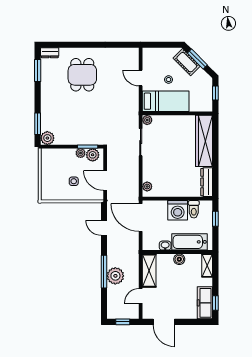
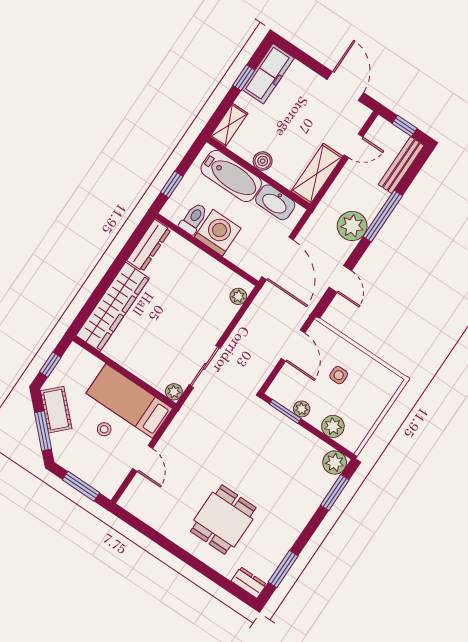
window: (161, 45) -> (81, 486), added
cot: (187, 62) -> (56, 410), moved
plant: (93, 155) -> (333, 426), moved
washbasin: (165, 246) -> (275, 202), width x1.91, depth x1.45
plant: (115, 276) -> (352, 226), moved
bench: (112, 302) -> (401, 165), added
window: (215, 303) -> (244, 78), moved

